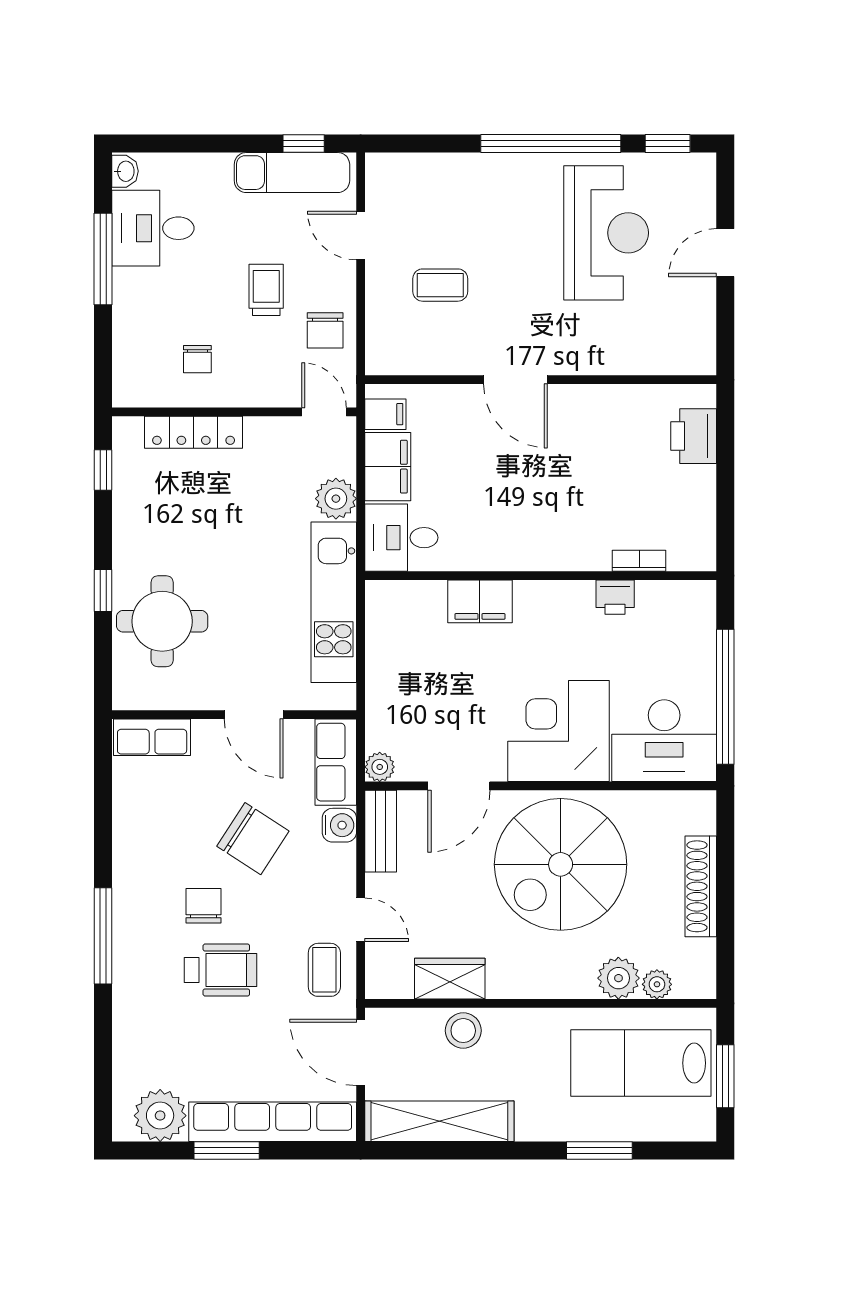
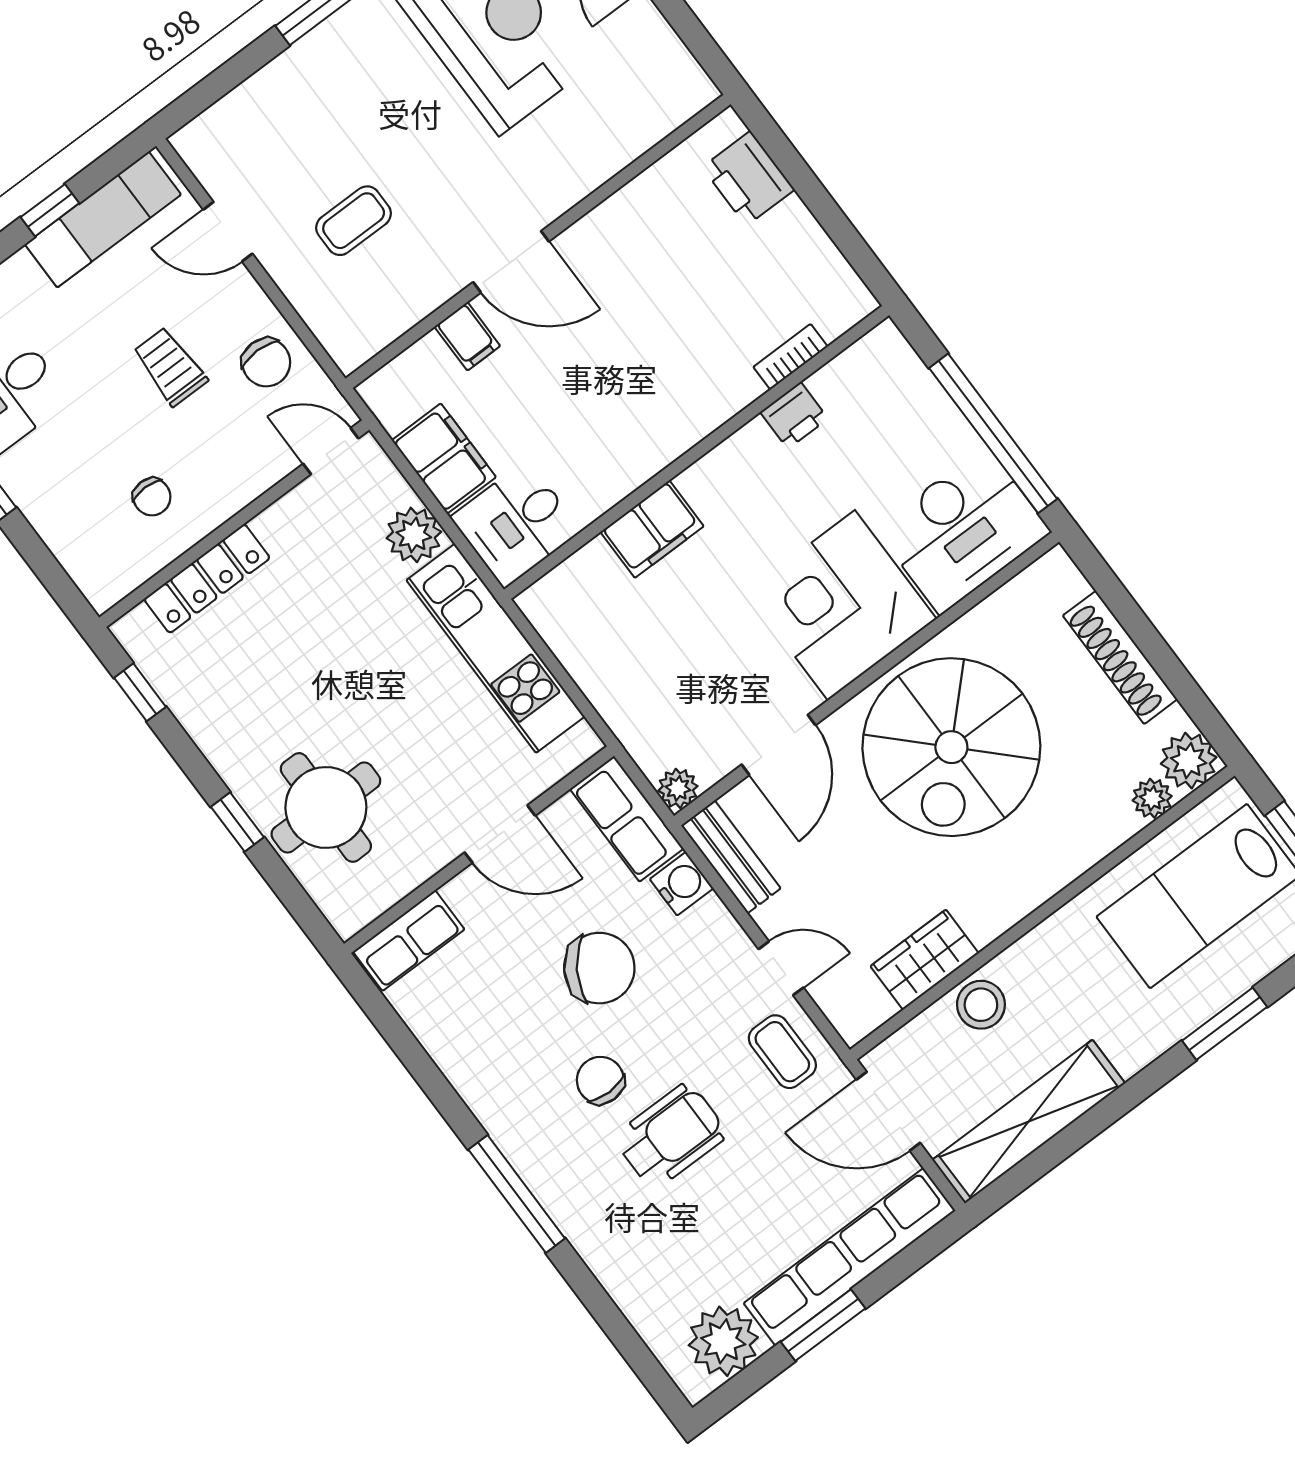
window: (304, 143) -> (50, 210), moved
filing cabinet: (385, 414) -> (467, 336), moved, turned 90
plant: (618, 978) -> (1189, 761), moved

